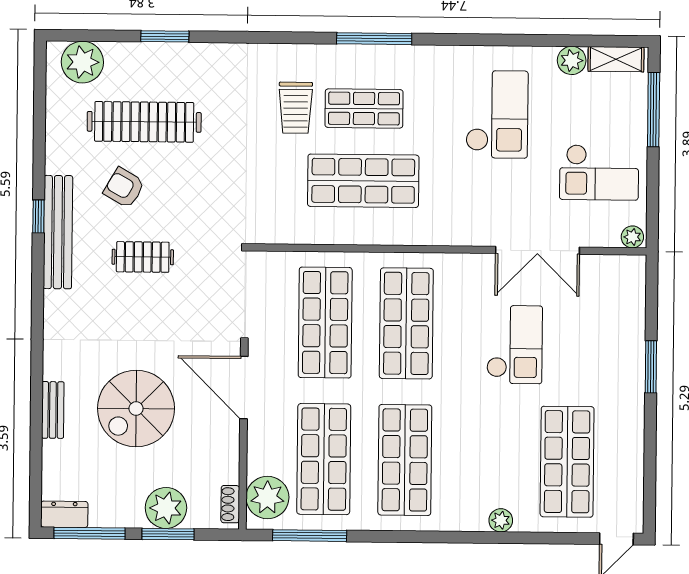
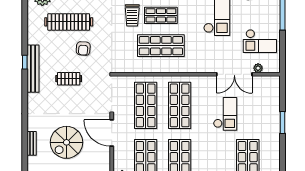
armchair: (124, 188) -> (83, 48), moved, turned -116
plant: (632, 237) -> (258, 68), moved

